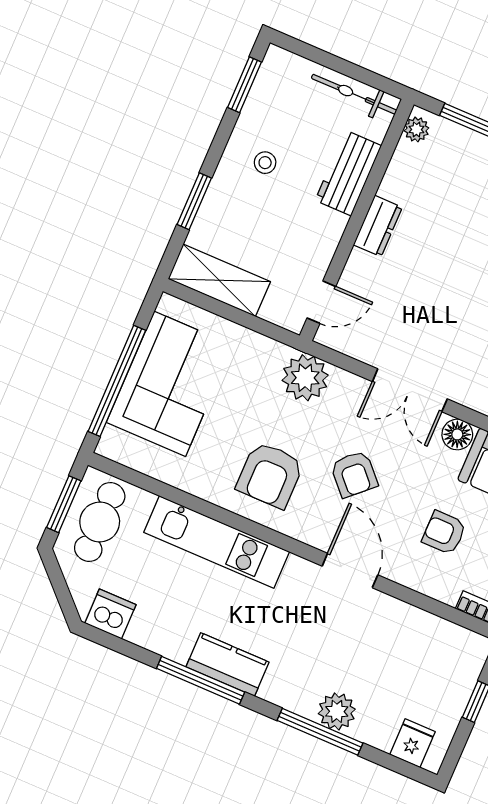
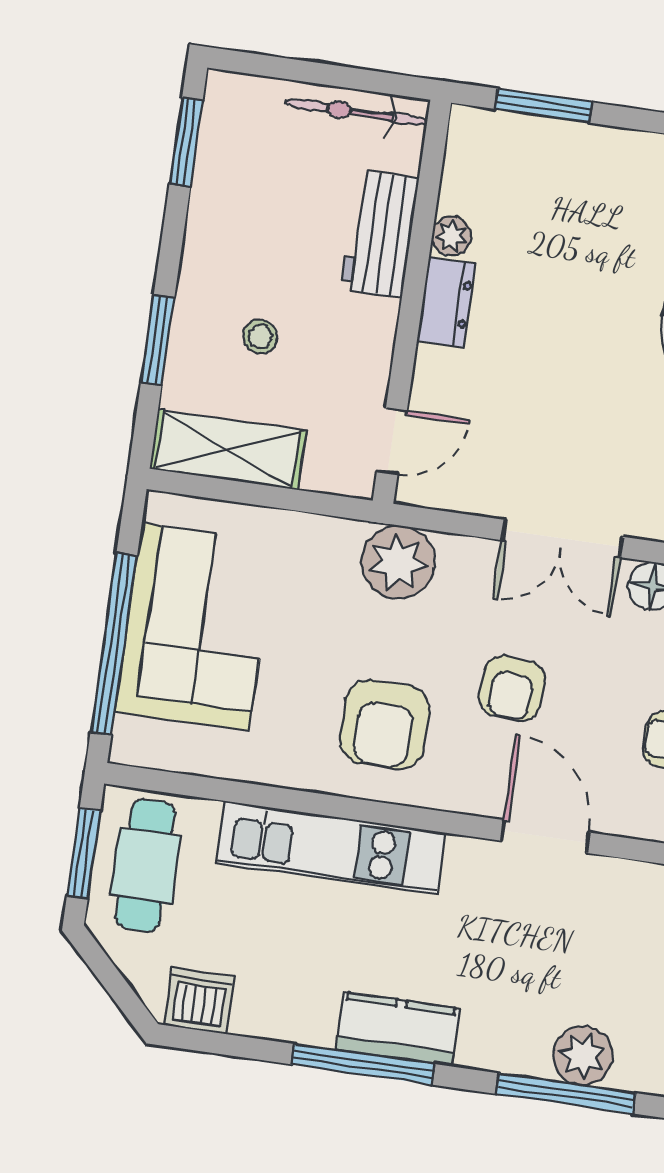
plant: (416, 129) -> (452, 236), moved
stool: (265, 163) -> (260, 336), moved
armchair: (354, 474) -> (512, 689), turned 47

